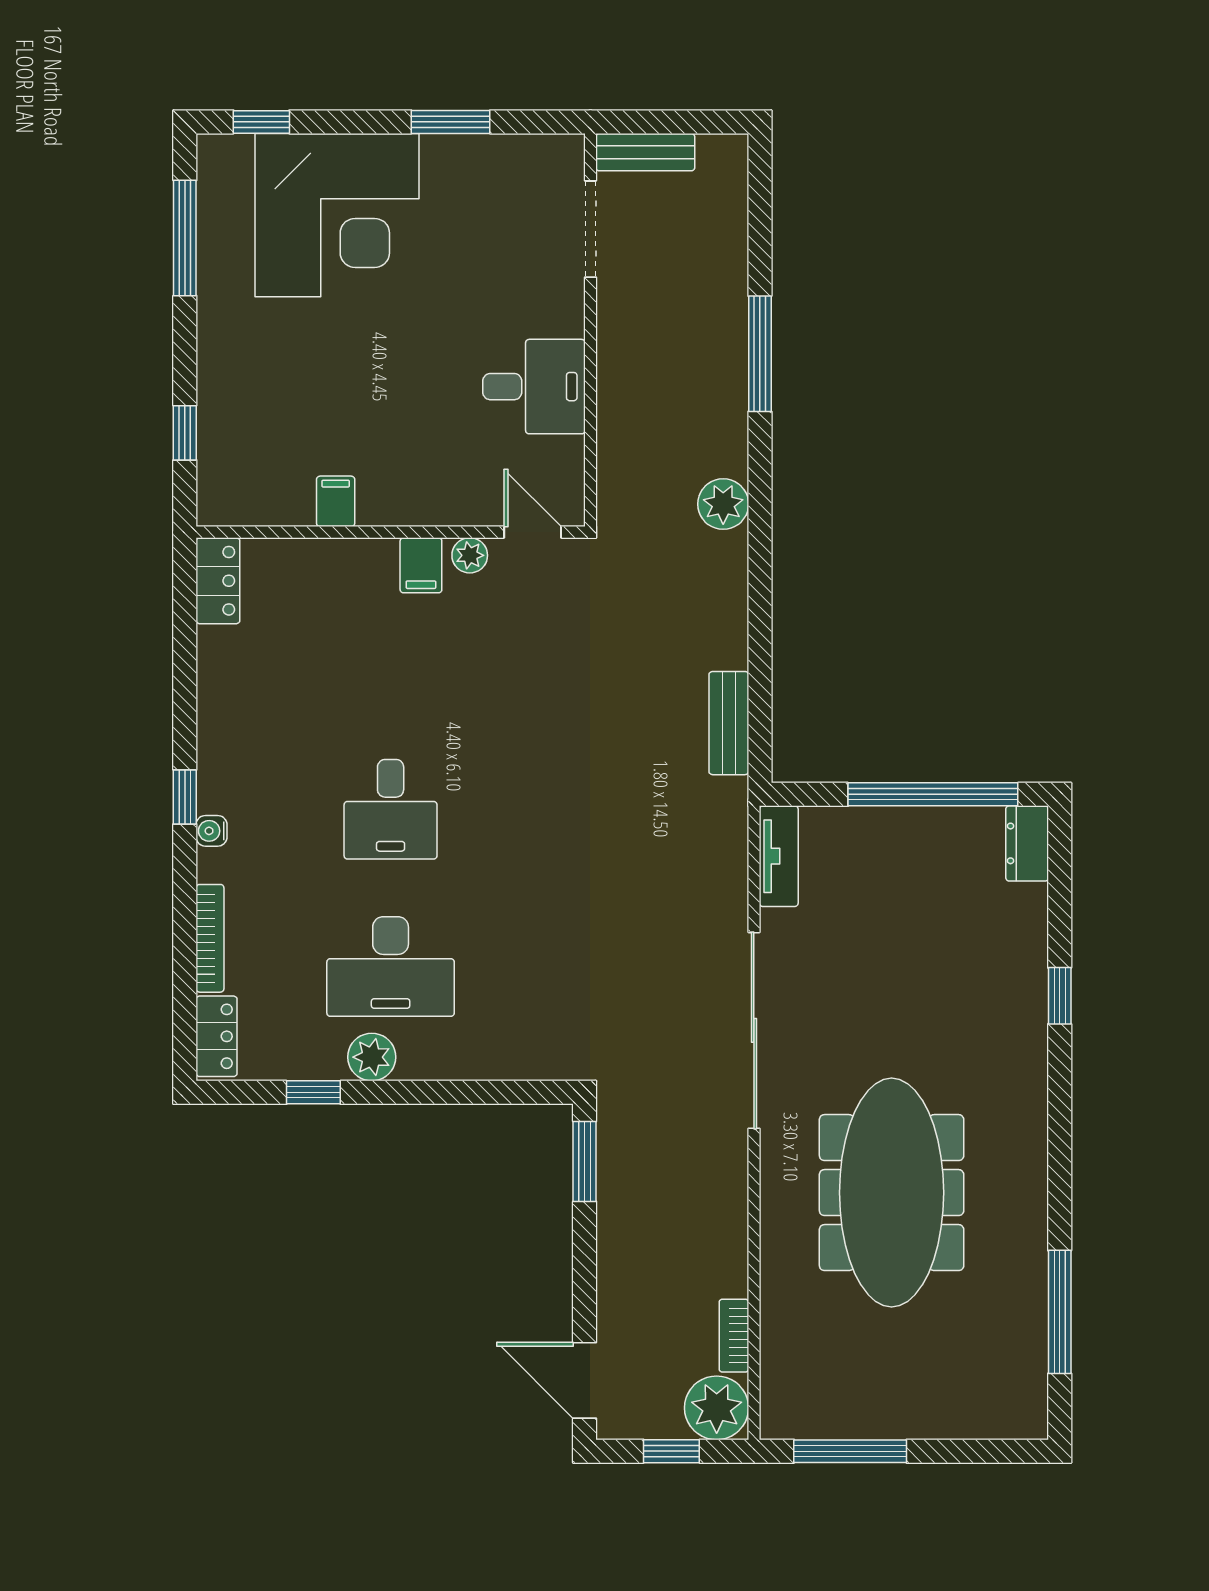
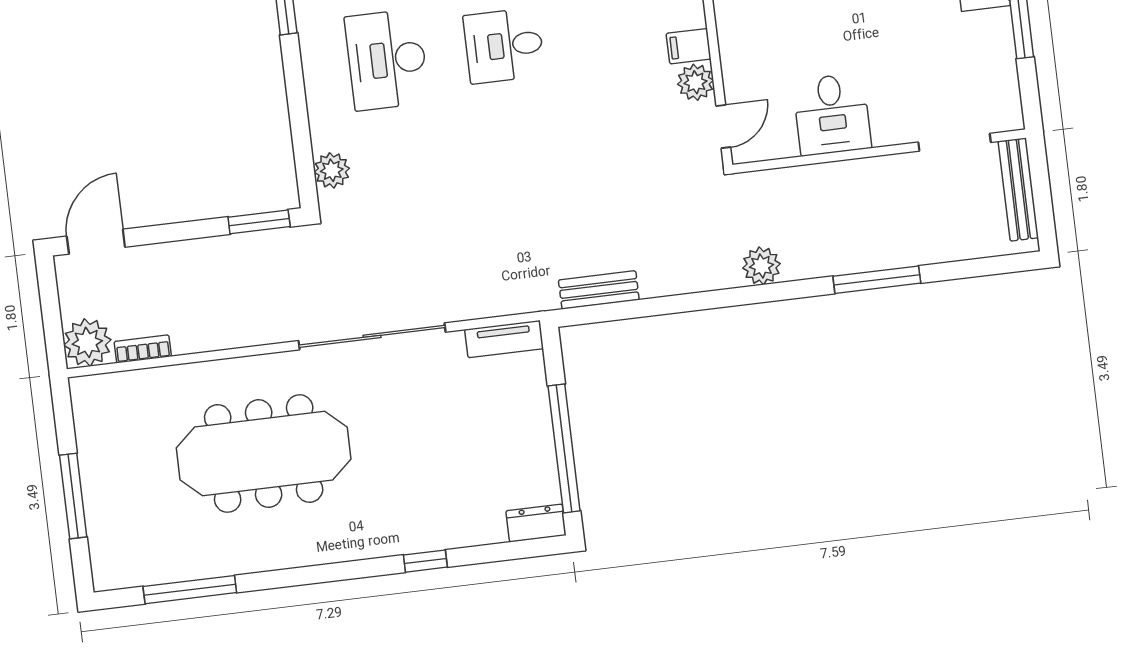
bench: (645, 152) -> (1018, 189), width x1.36
plant: (470, 555) -> (695, 82), width x1.38, depth x1.38
plant: (372, 1057) -> (332, 170), moved
window: (671, 1451) -> (51, 313), removed
window: (850, 1451) -> (73, 496), moved

